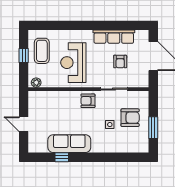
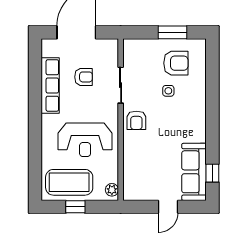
coffee table: (42, 51) -> (69, 182), width x1.36, depth x1.32
armchair: (130, 118) -> (176, 63), moved, turned 90
sofa: (69, 144) -> (194, 172), moved
window: (62, 157) -> (212, 173), moved

